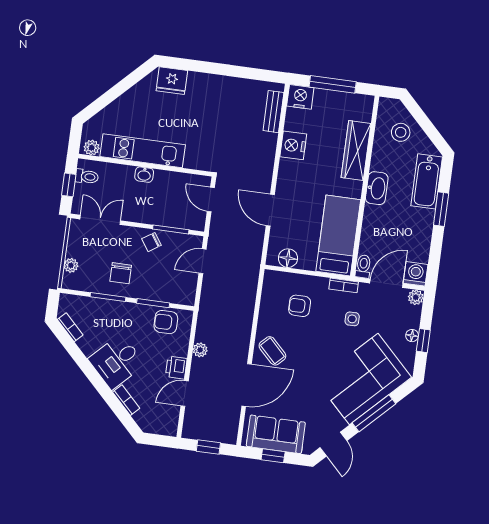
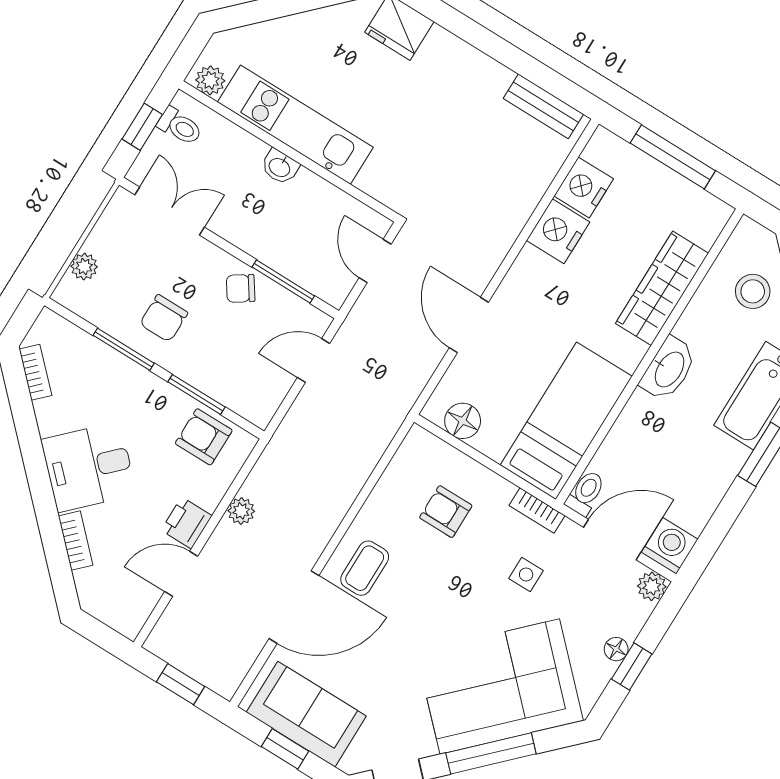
nightstand: (300, 97) -> (584, 187), moved, turned -90
bench: (273, 112) -> (543, 106), moved, turned 90
coffee table: (272, 351) -> (365, 568), turned 45

